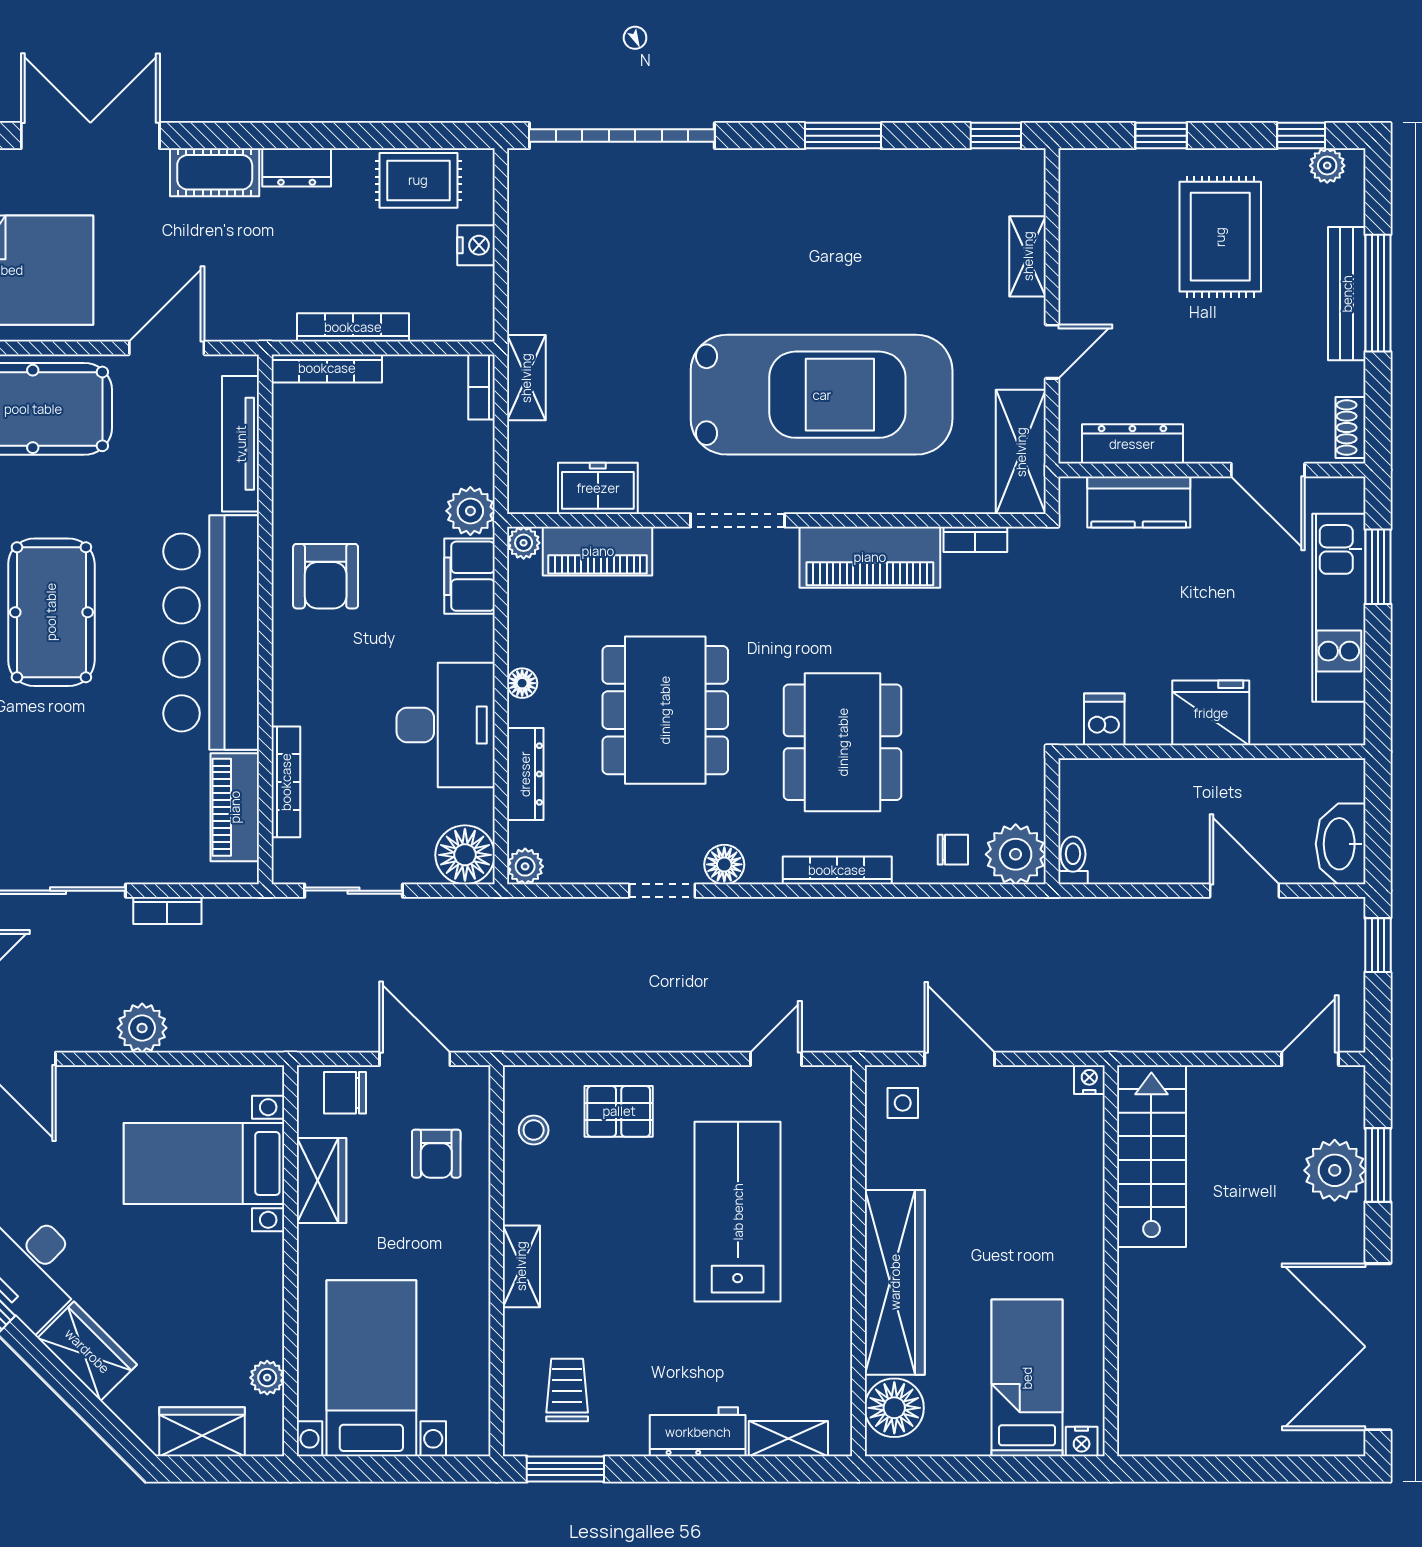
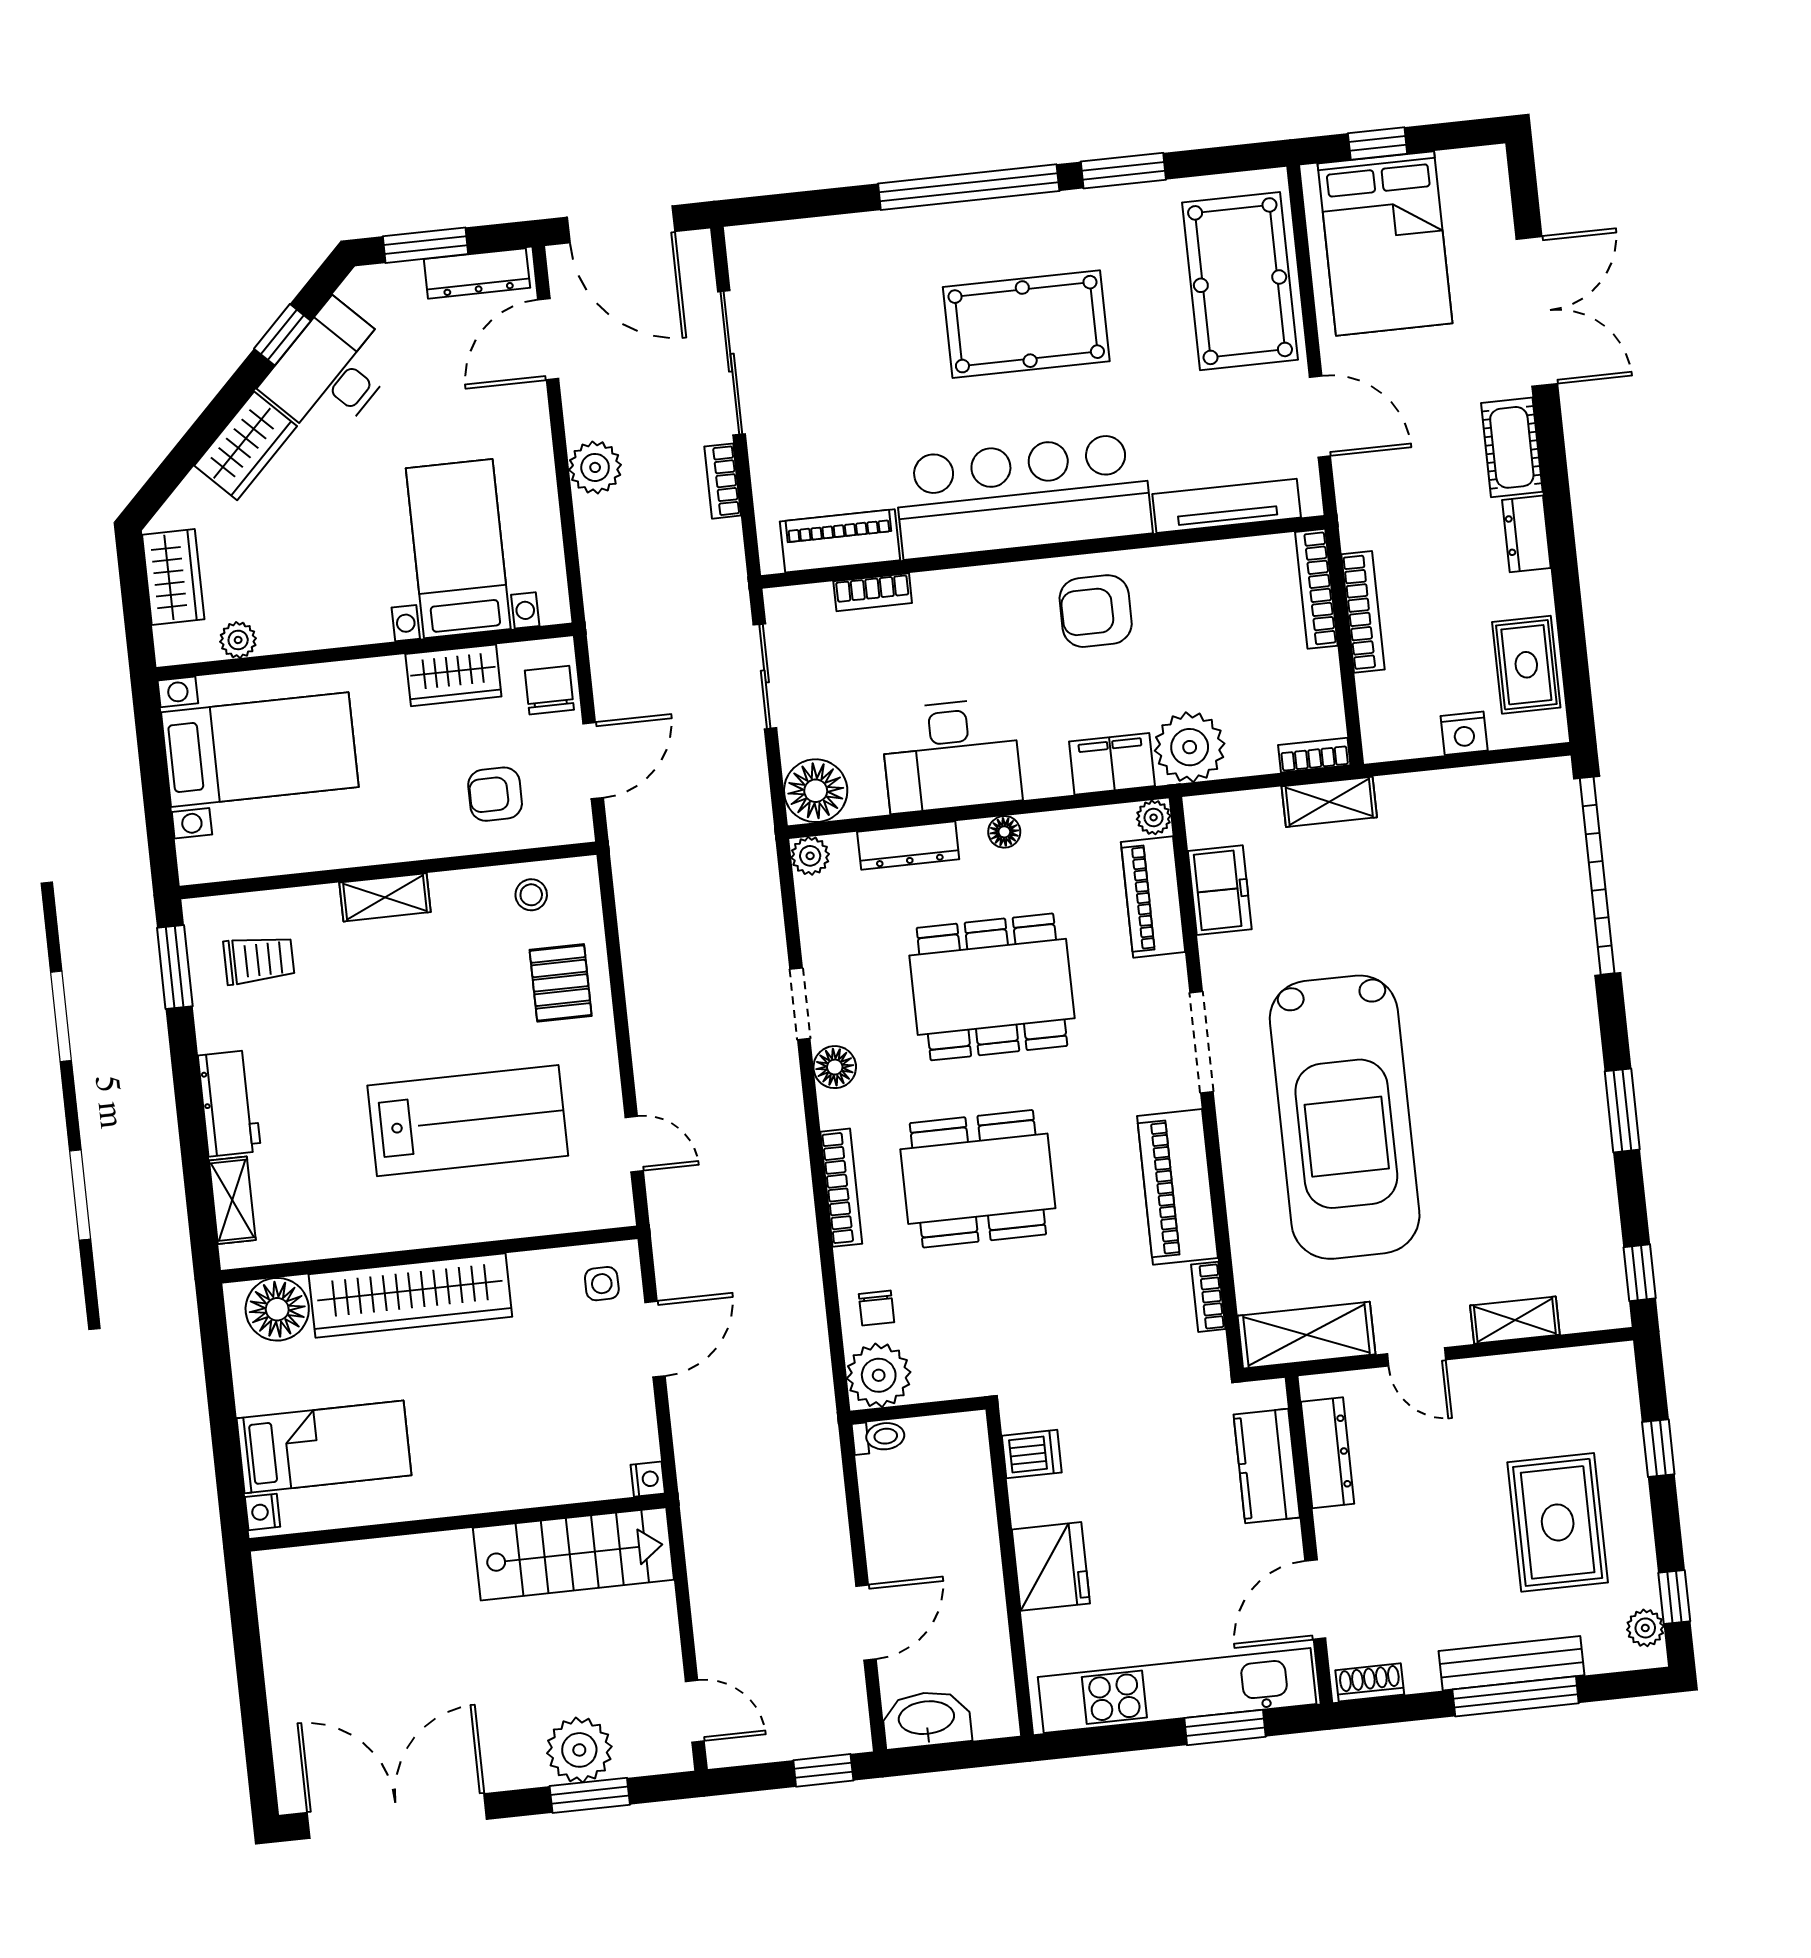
rug: (1220, 237) -> (1558, 1522), turned 90
plant: (470, 511) -> (1190, 747), width x1.36, depth x1.36
kitchen unit: (1339, 608) -> (1177, 1691), width x1.36
bookcase: (286, 782) -> (873, 592), width x0.64

